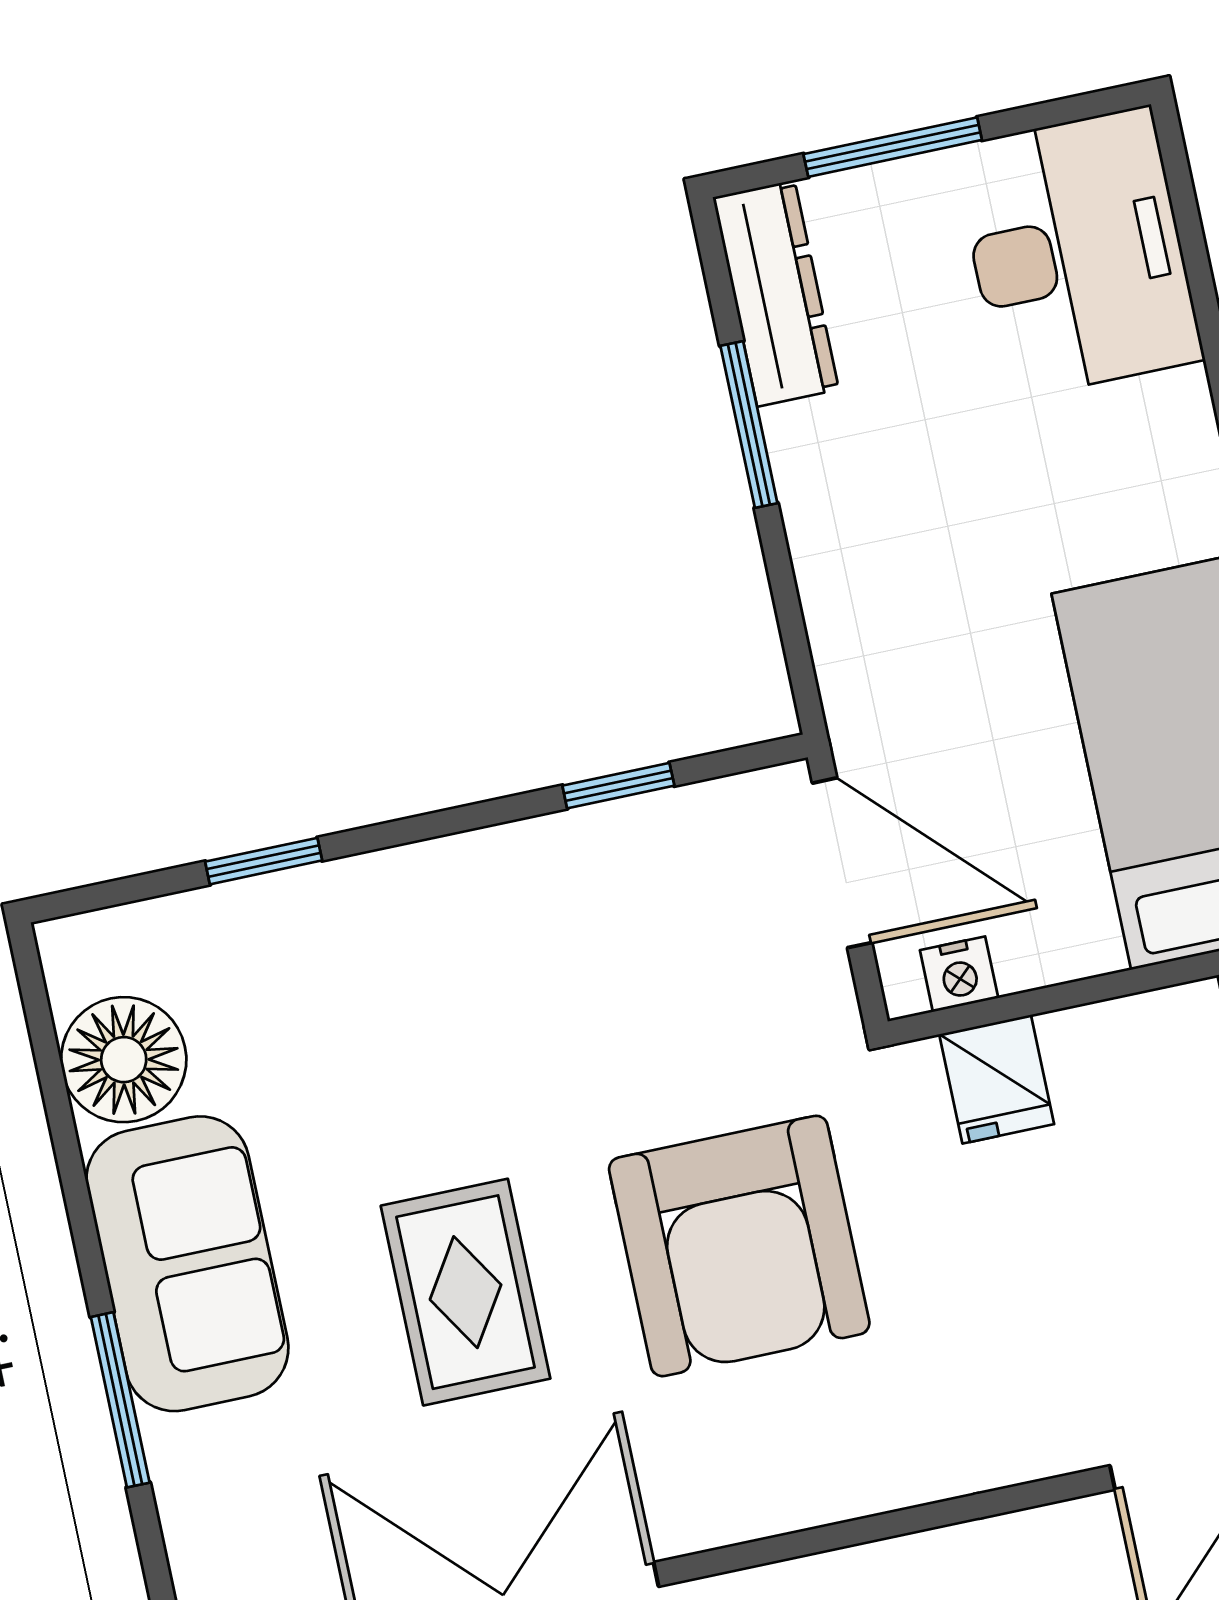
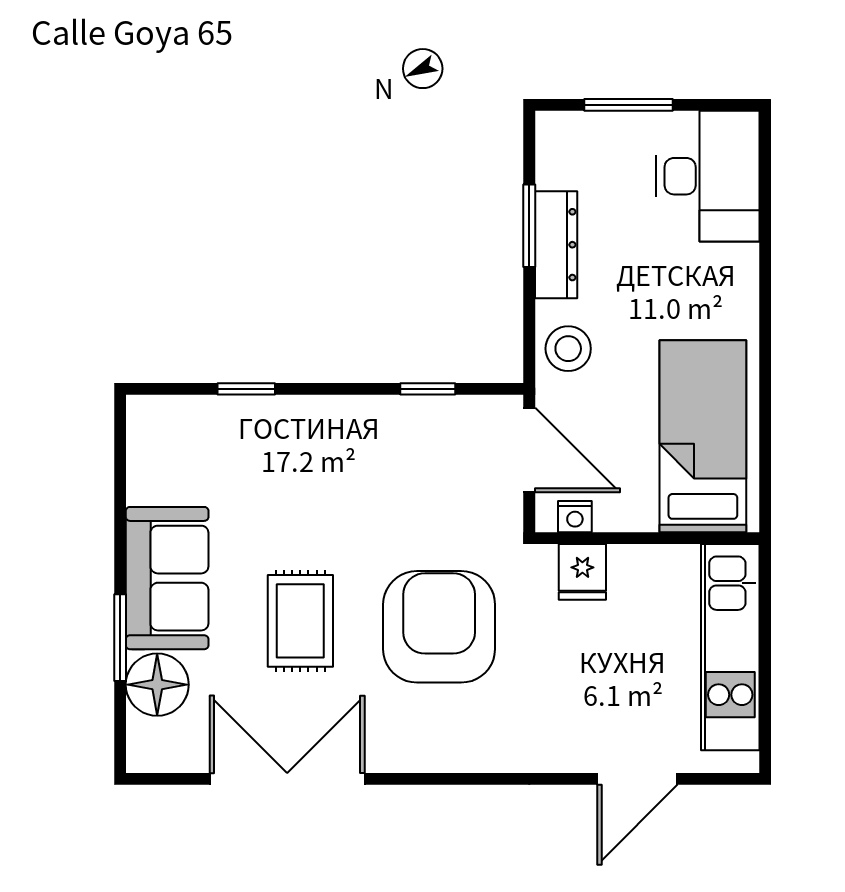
dresser: (776, 293) -> (556, 245), moved
stool: (876, 648) -> (568, 349), added
floor lamp: (124, 1060) -> (157, 685), moved
armchair: (739, 1246) -> (439, 627), turned 180

